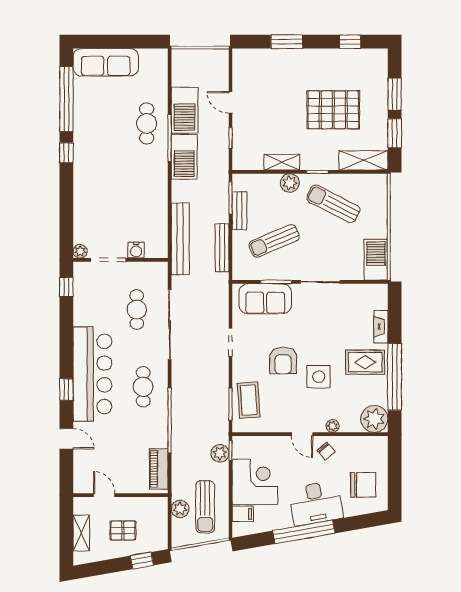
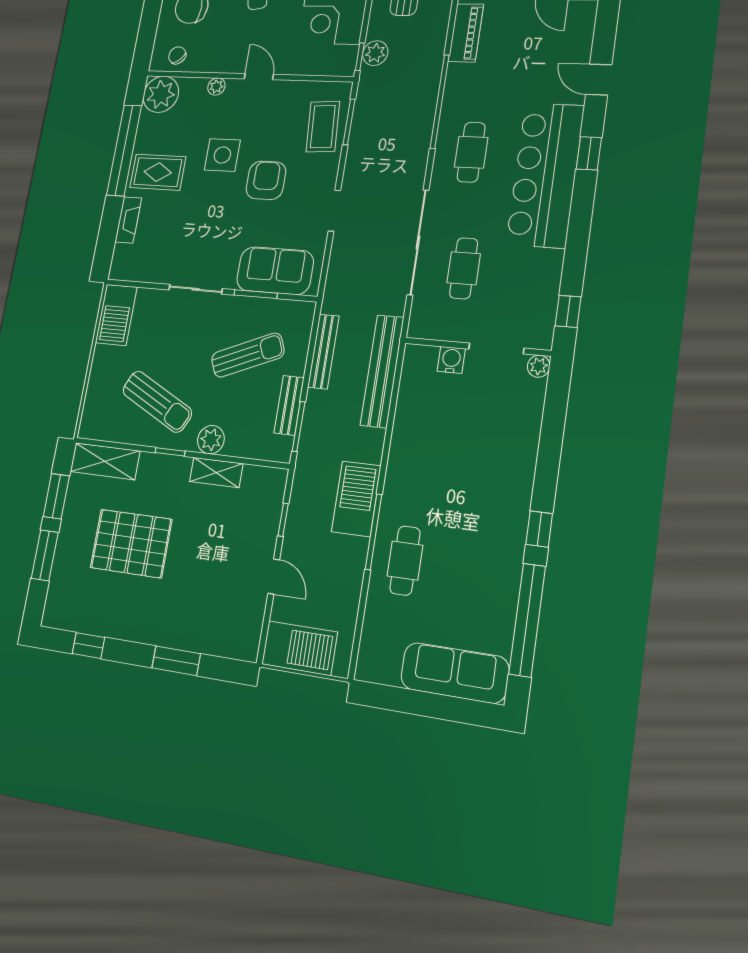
barbecue: (185, 110) -> (299, 648), moved, turned 90
chair: (326, 451) -> (177, 55), moved

